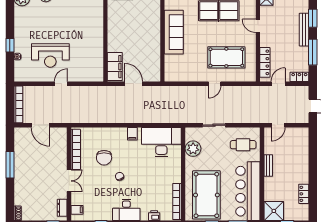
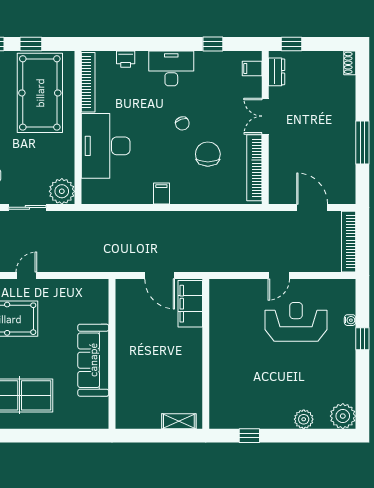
desk: (161, 142) -> (106, 146), moved, turned 90
plant: (193, 149) -> (62, 191), moved

